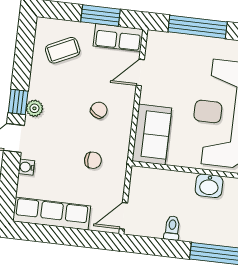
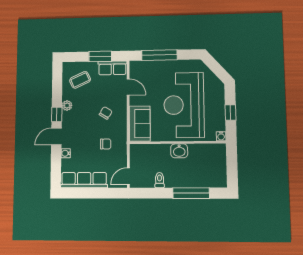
door: (140, 73) -> (128, 87), swing flipped
plant: (34, 108) -> (67, 106), moved

